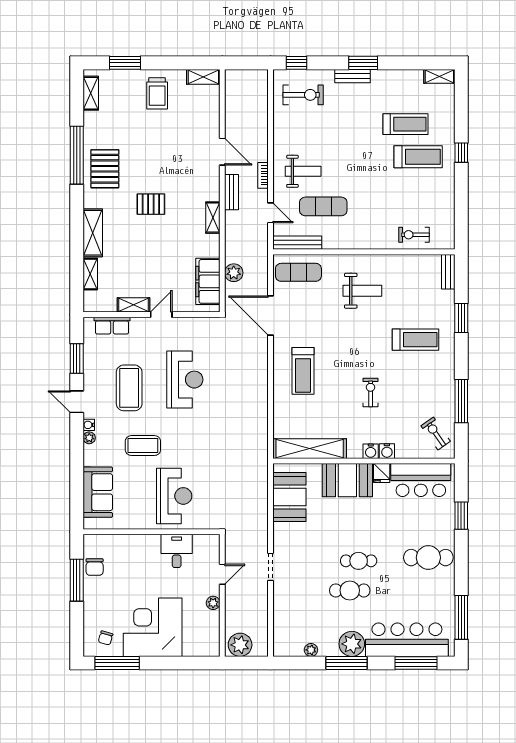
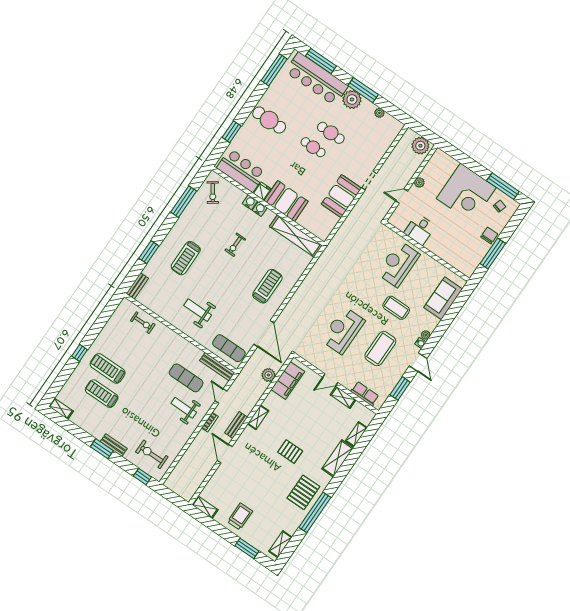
treadmill: (416, 340) -> (186, 258), turned -90
booth: (289, 497) -> (341, 196), moved
chair: (95, 567) -> (489, 236), moved

